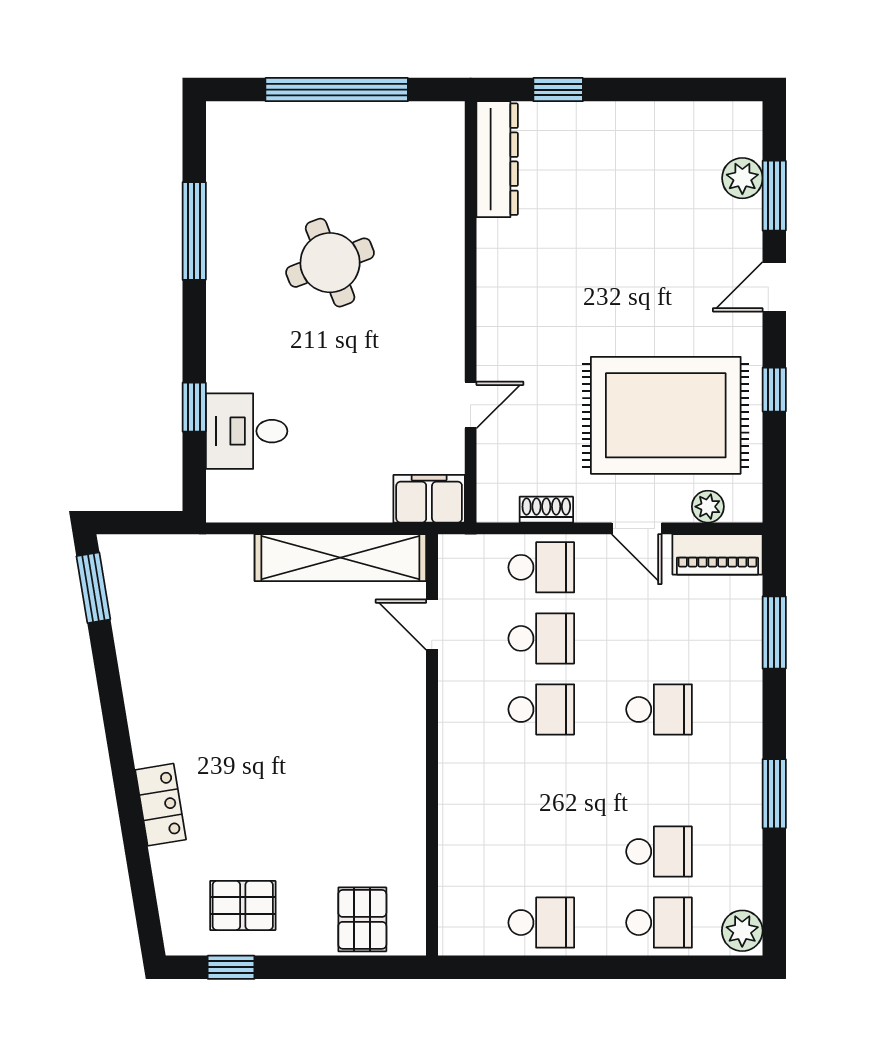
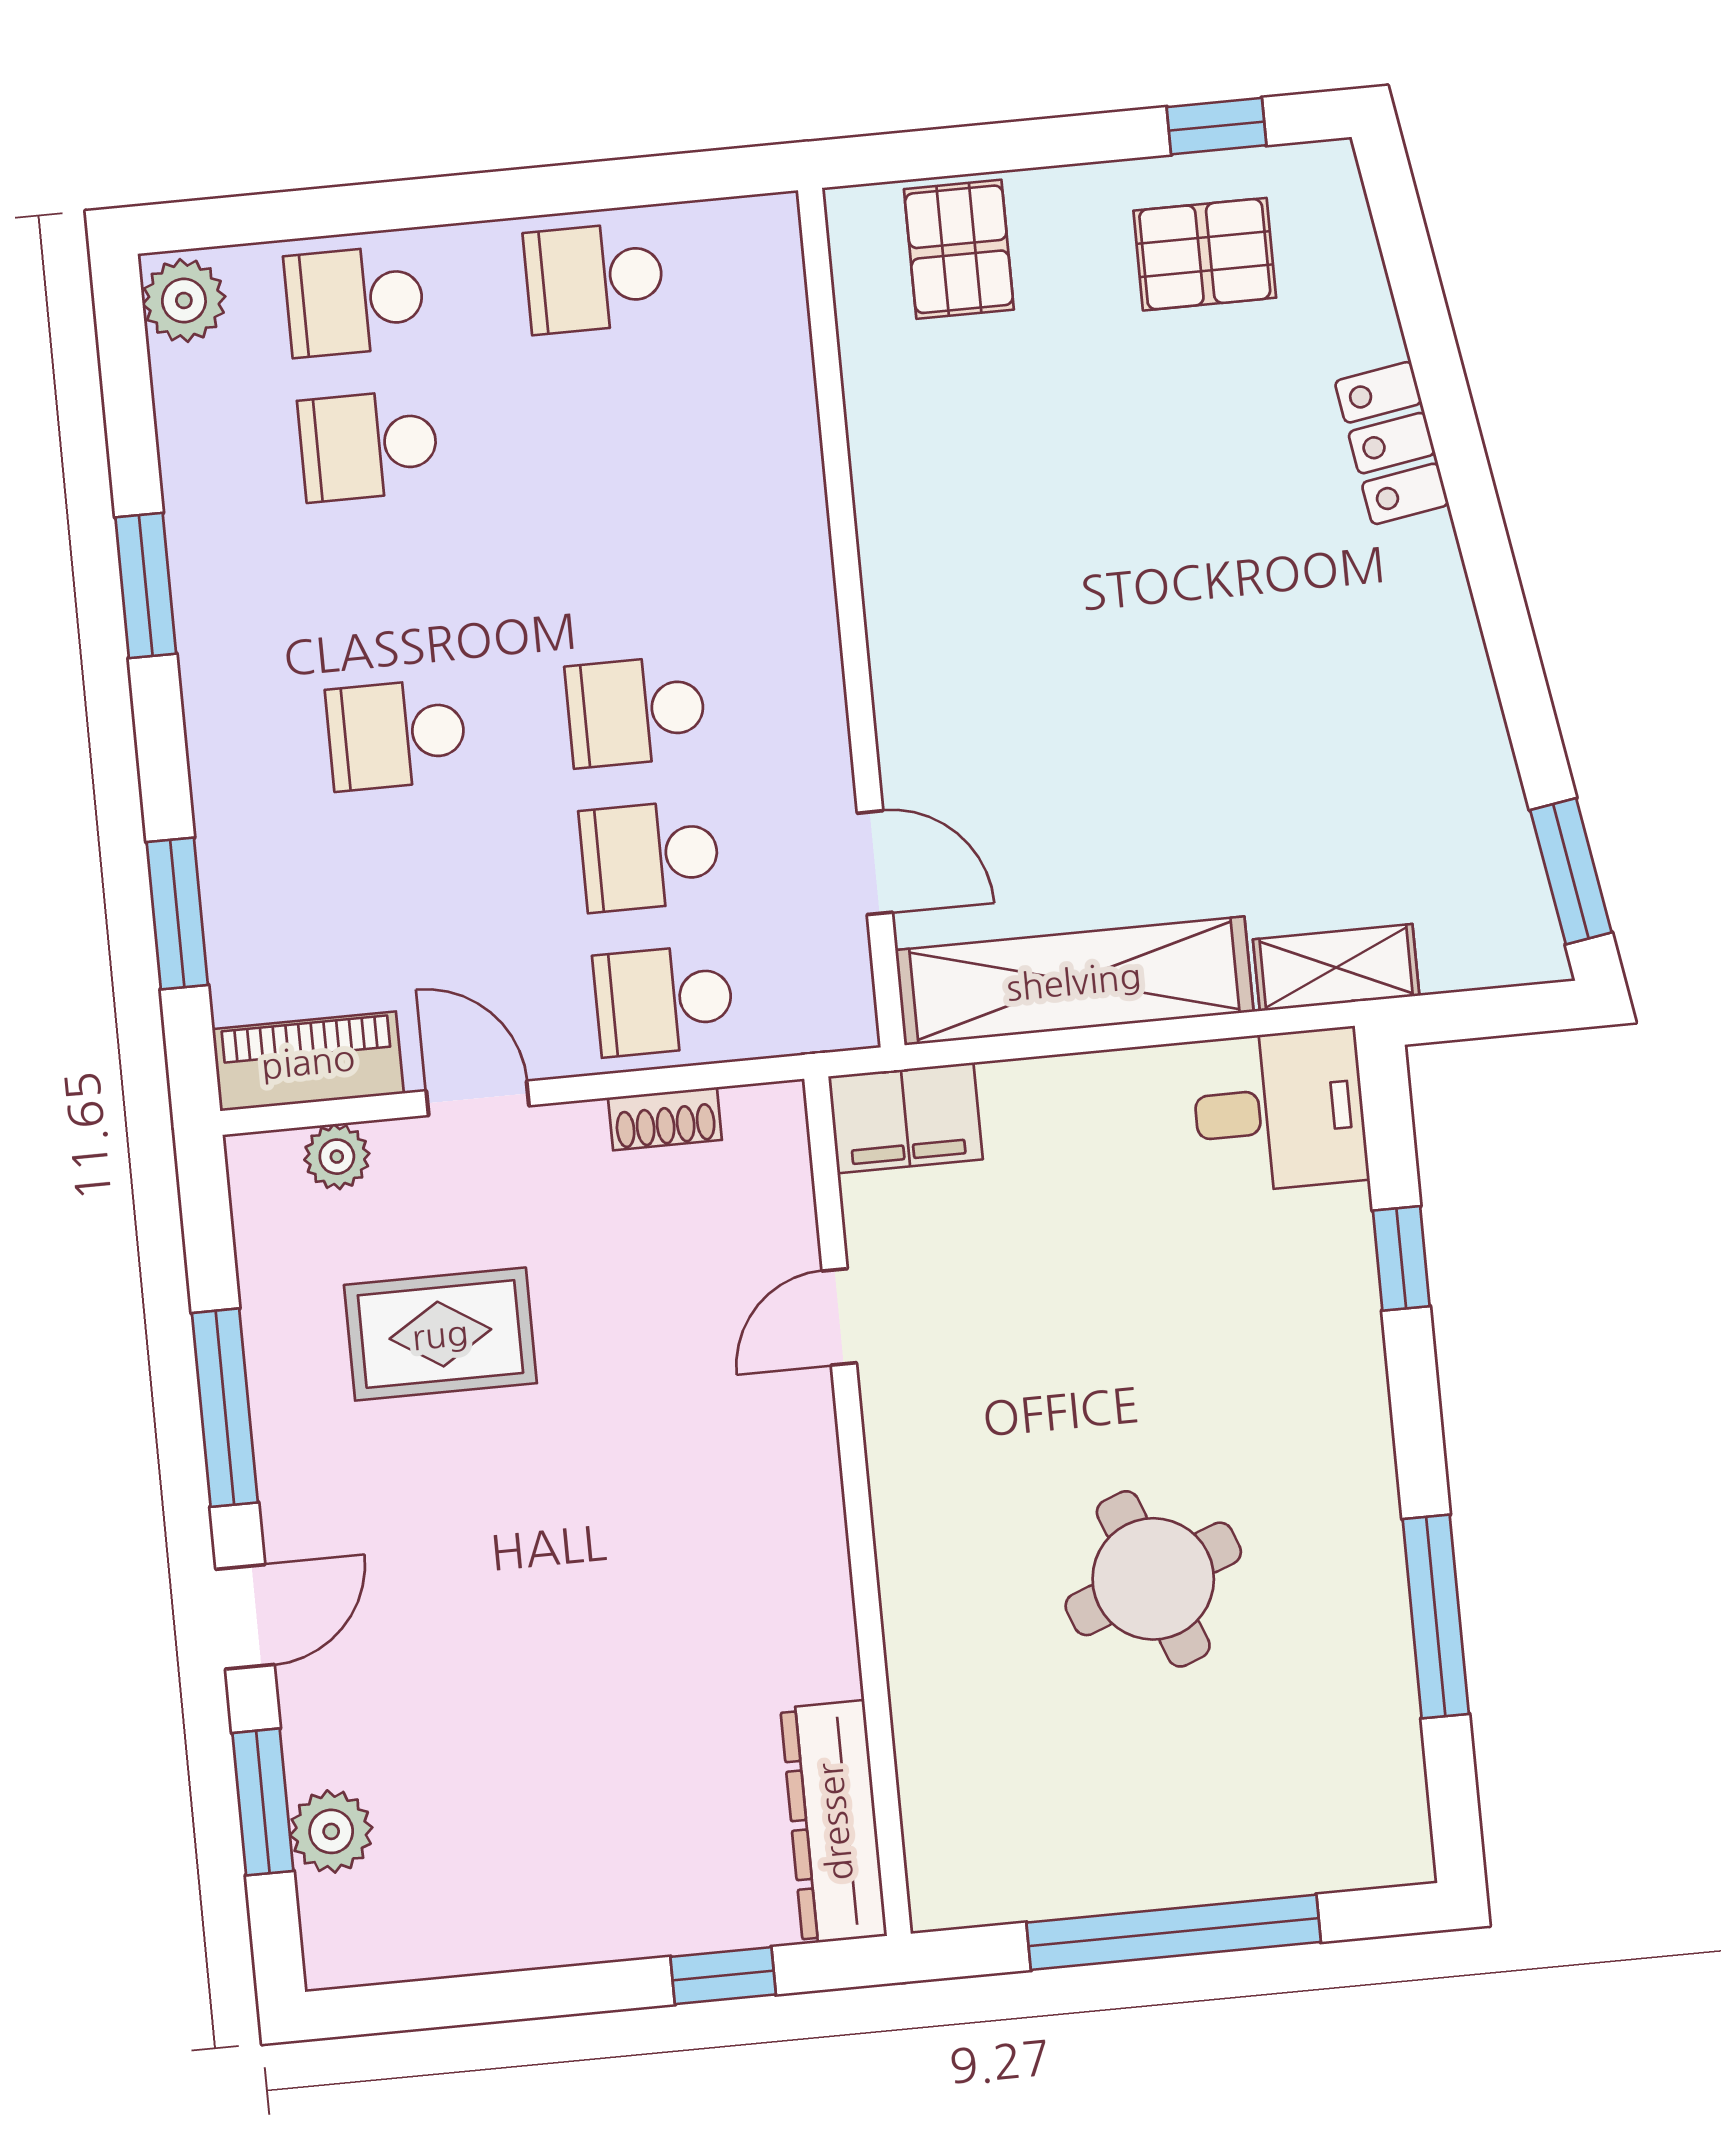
window: (774, 390) -> (225, 1408), width x2.17
rug: (666, 415) -> (440, 1334), width x0.54, depth x0.49
desk: (247, 431) -> (1279, 1111), moved
shelving: (212, 552) -> (1336, 967), added

